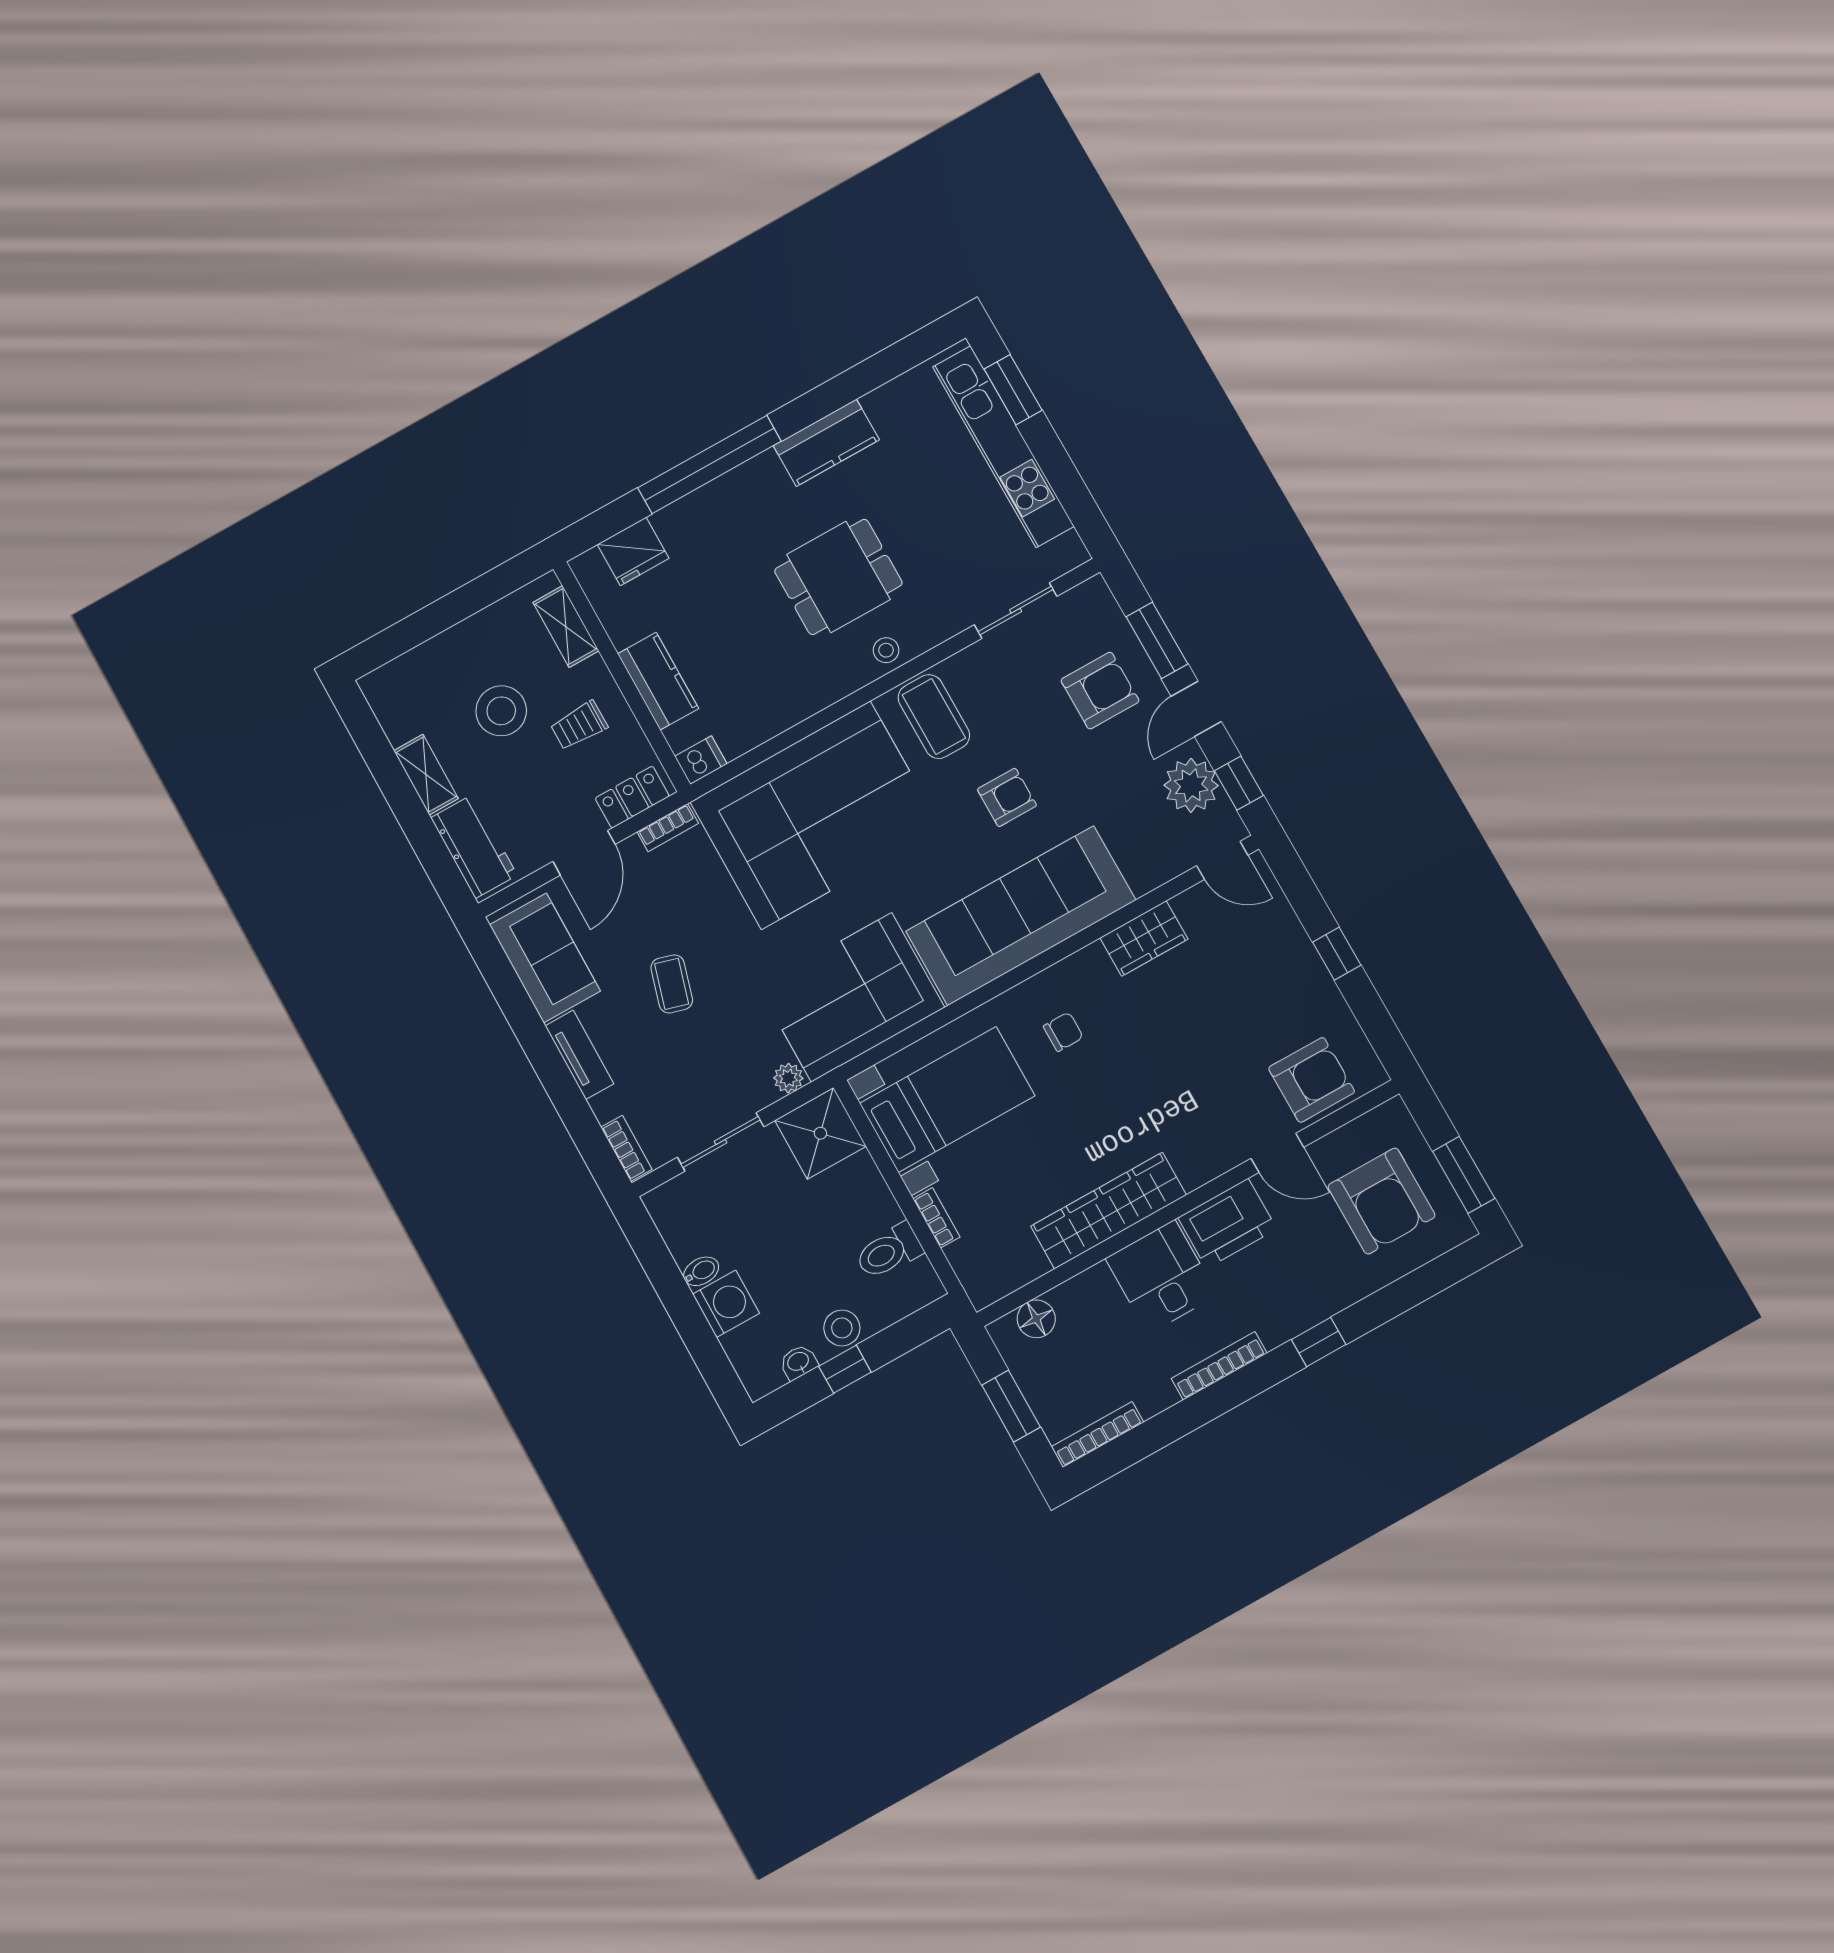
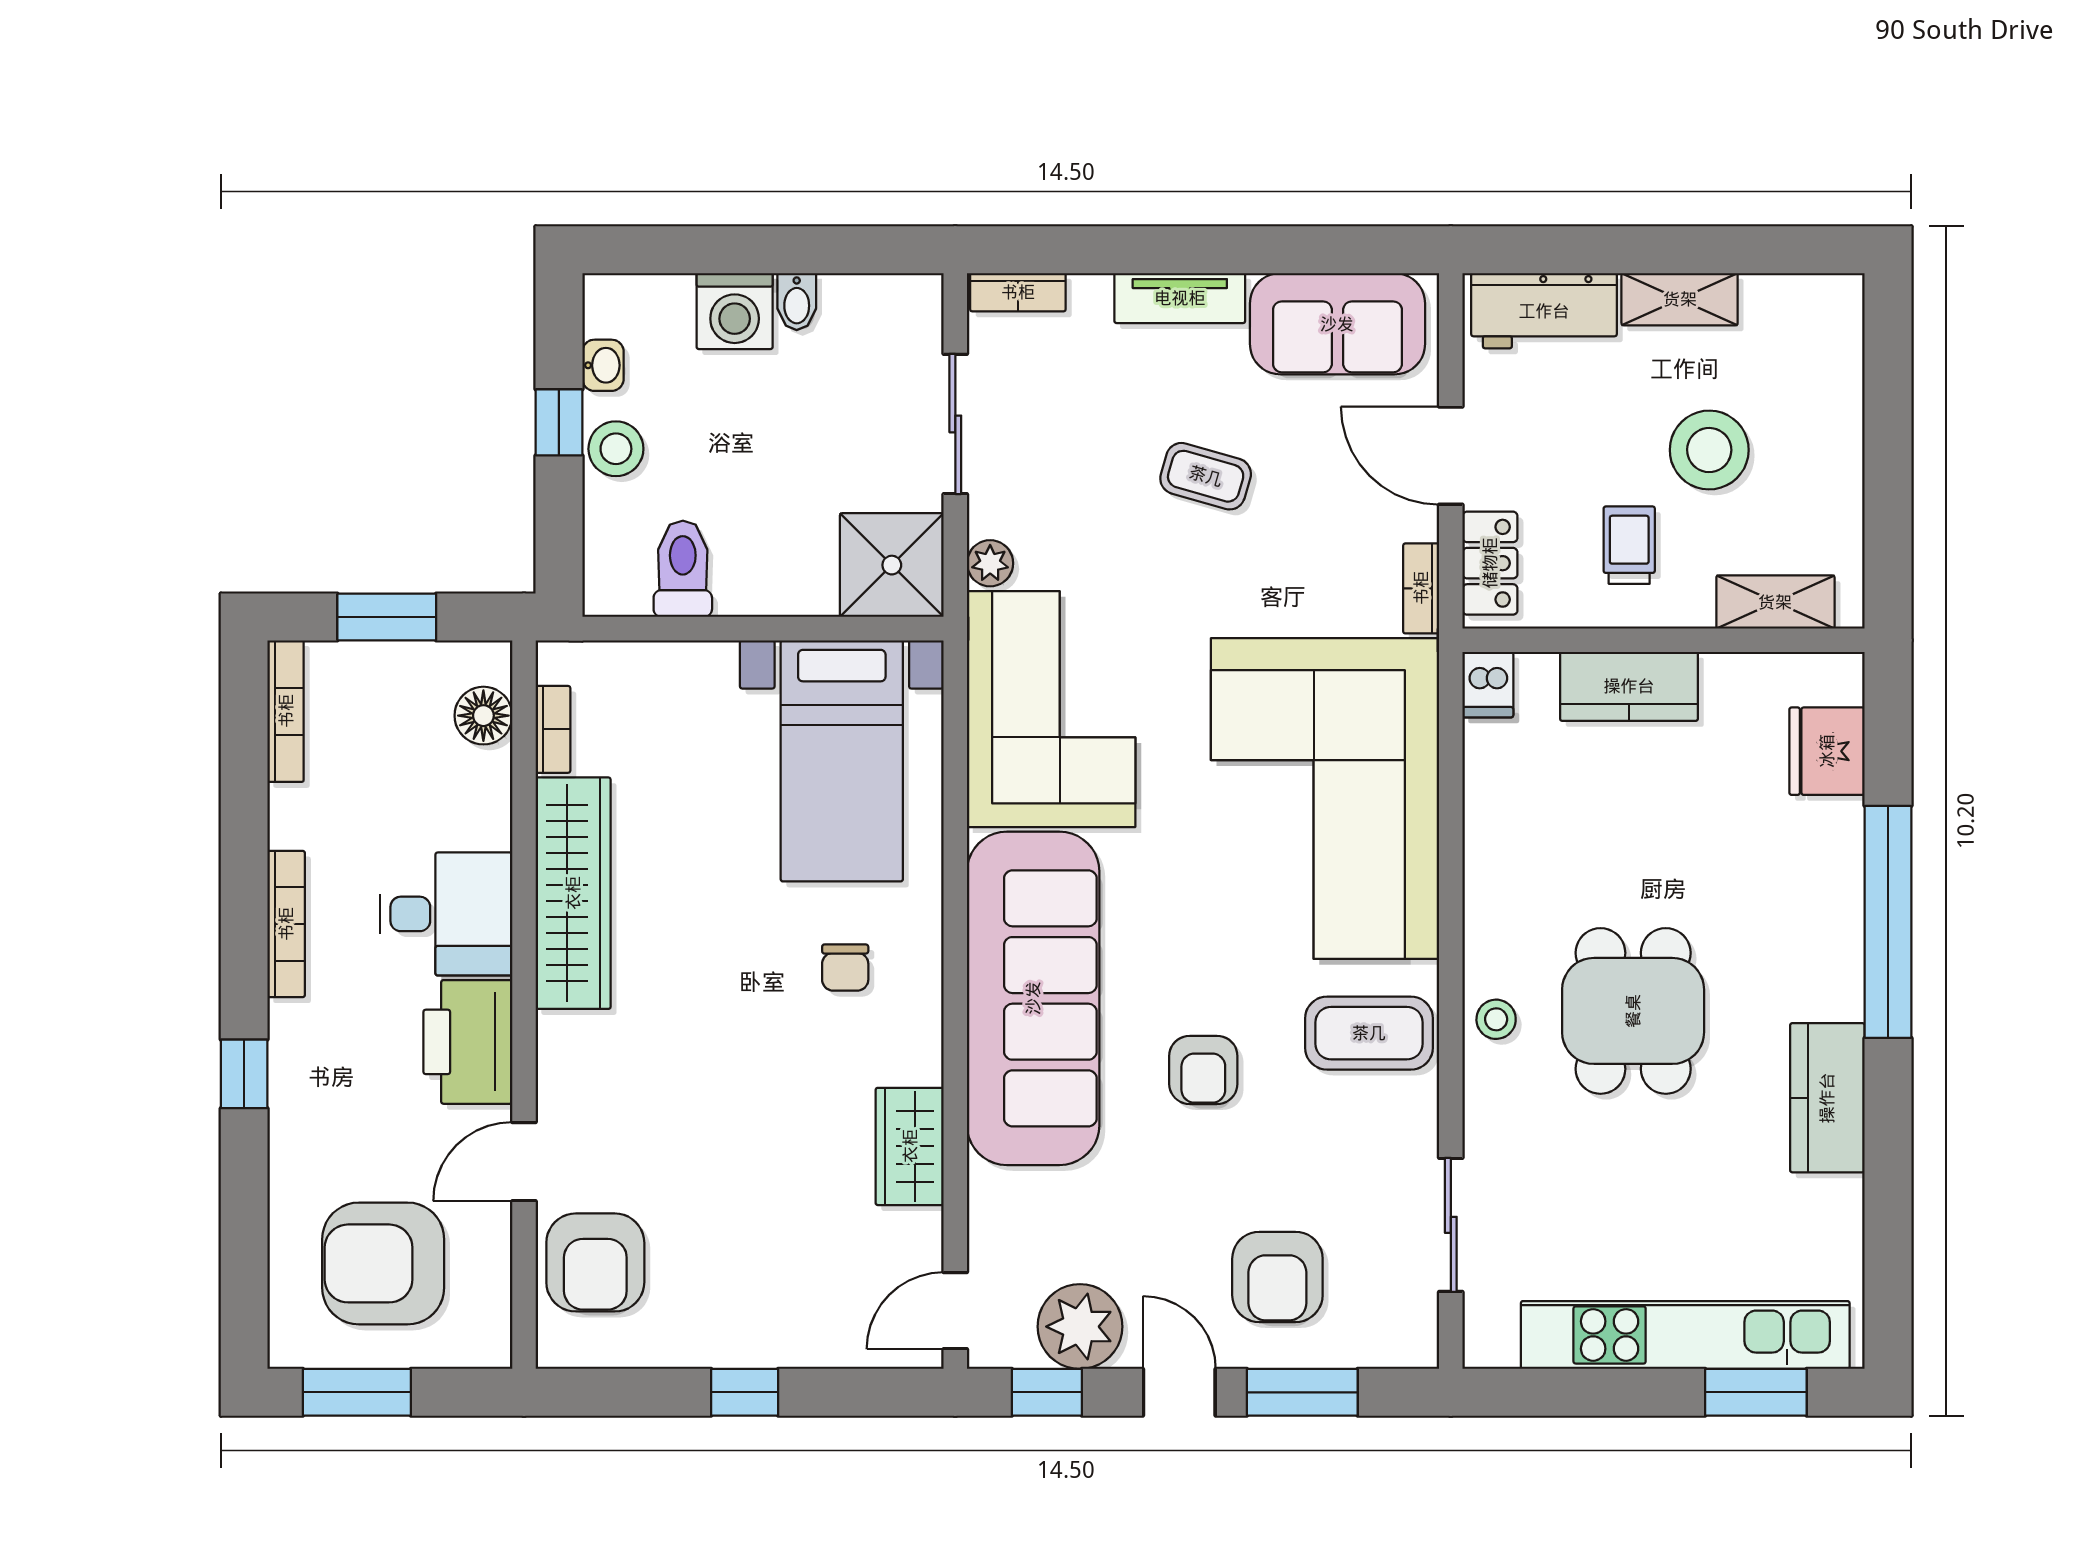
bookcase: (936, 1218) -> (553, 729), moved, turned -90

